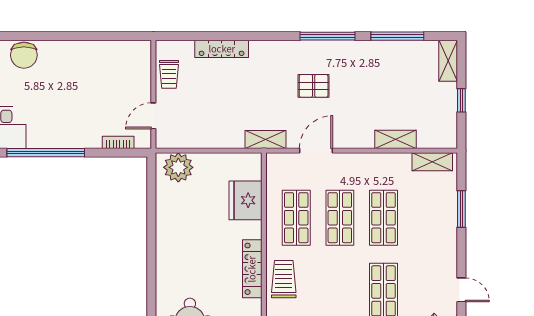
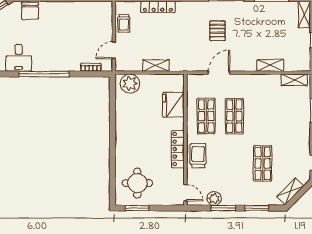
pallet: (314, 86) -> (217, 31), turned 90
shelving: (266, 139) -> (156, 65), moved
shop shelf: (383, 218) -> (263, 116), removed

